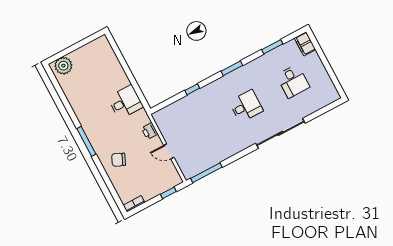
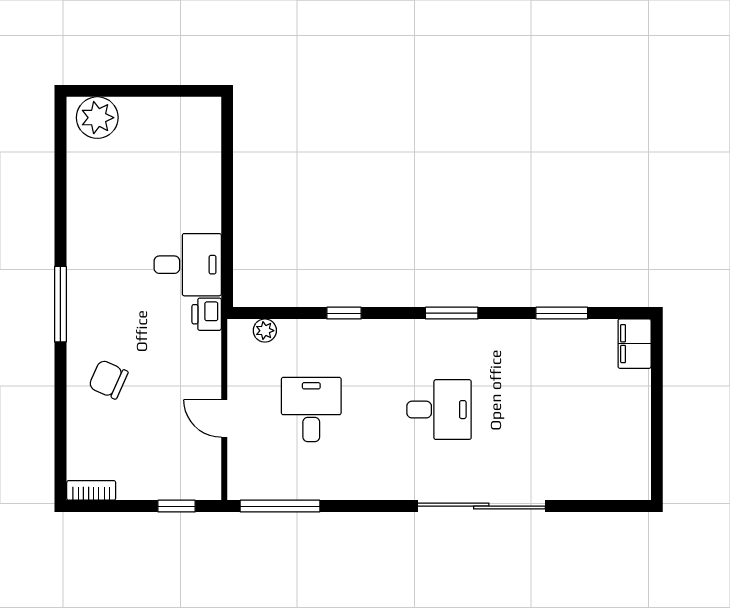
desk: (293, 81) -> (311, 410), moved, turned 180
plant: (167, 111) -> (265, 331), added
printer: (150, 131) -> (207, 314), moved

